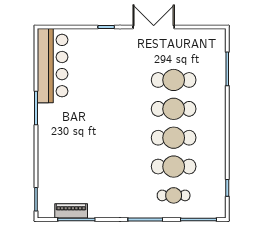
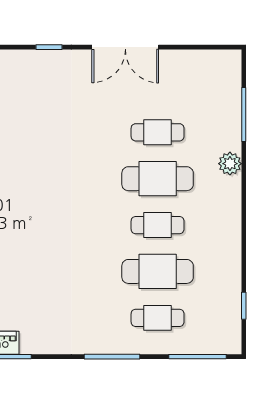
double door: (154, 27) -> (125, 47), swing flipped
cafe table: (174, 80) -> (158, 132), width x0.73, depth x0.74
plant: (219, 99) -> (230, 164), added
cafe table: (174, 138) -> (158, 225), width x0.73, depth x0.74

